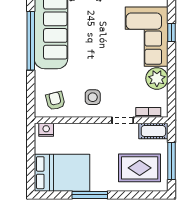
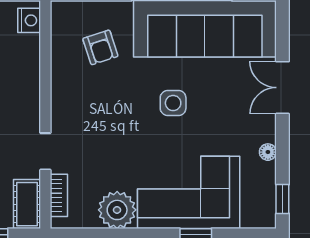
side table: (93, 97) -> (173, 103), moved
armchair: (55, 101) -> (100, 47), moved, turned 86

